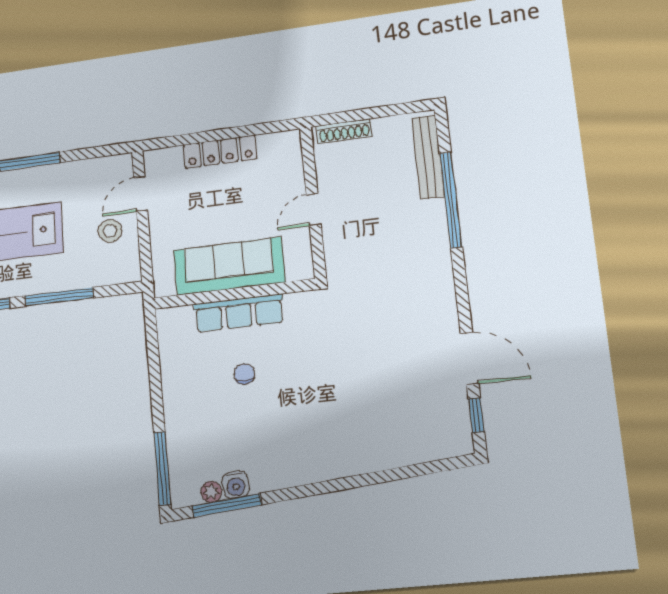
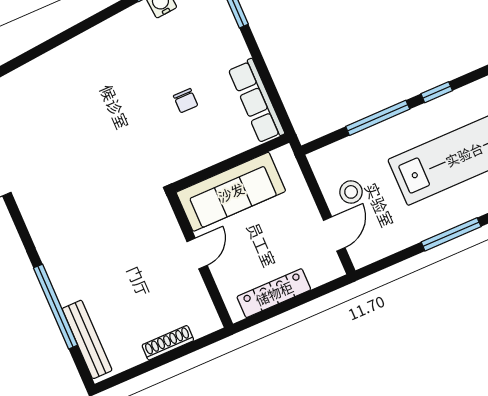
wall: (313, 202) -> (200, 260), moved
door: (314, 209) -> (197, 254), moved
row of seats: (239, 313) -> (256, 101), moved, turned -90

